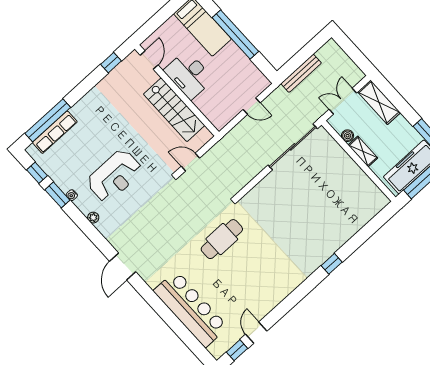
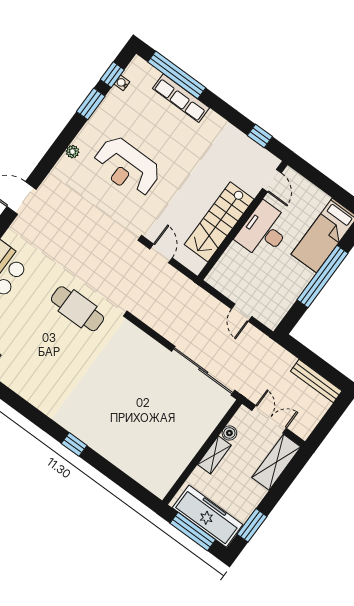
door: (149, 60) -> (272, 181), hinge flipped
bench: (301, 73) -> (316, 381), moved
row of seats: (55, 132) -> (181, 98), moved
water cooler: (72, 195) -> (122, 83), moved

